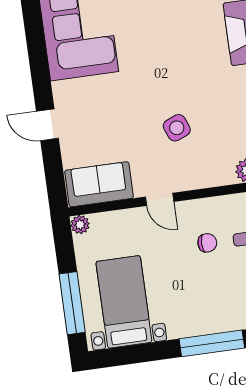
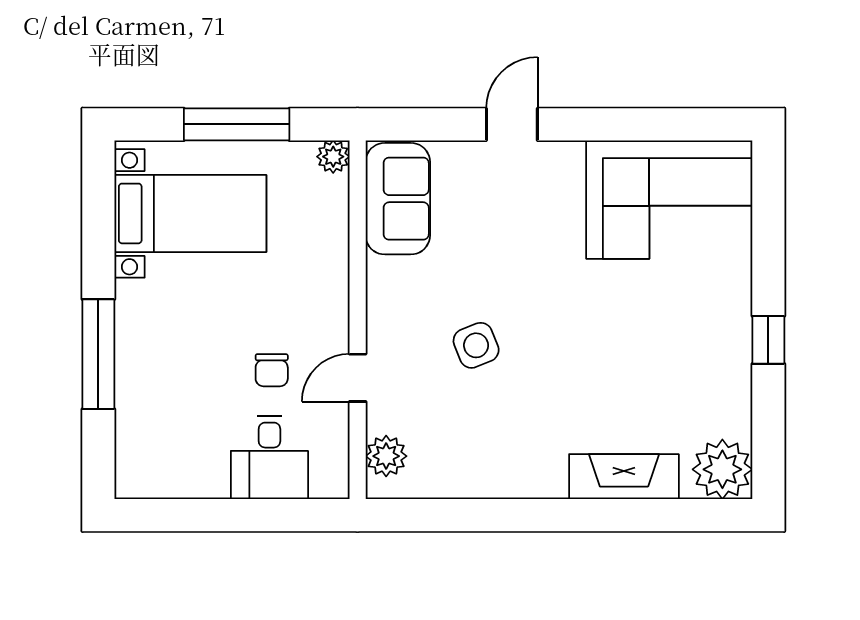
door: (160, 199) -> (358, 378), moved
window: (72, 303) -> (237, 124), moved

